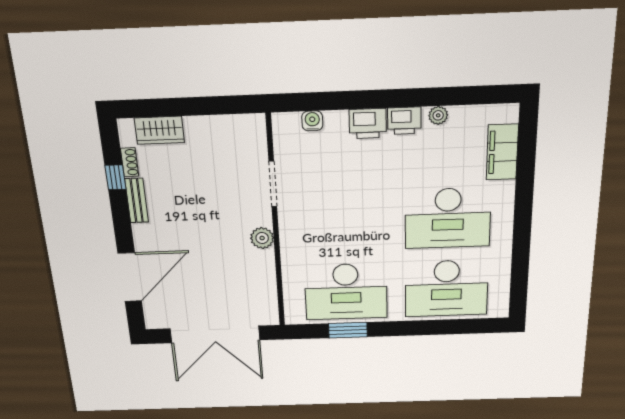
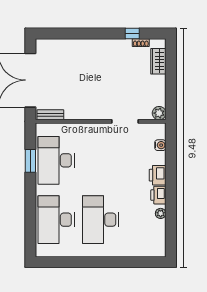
filing cabinet: (502, 152) -> (139, 249), removed
bench: (137, 201) -> (50, 115), moved
plant: (262, 238) -> (159, 113), moved
door: (130, 277) -> (70, 33), removed

